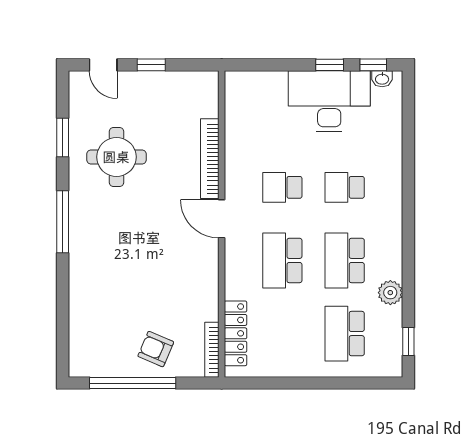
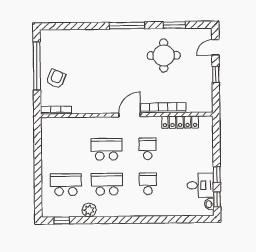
desk: (329, 101) -> (200, 185), width x0.53, depth x0.77
locker: (235, 333) -> (180, 122), moved

